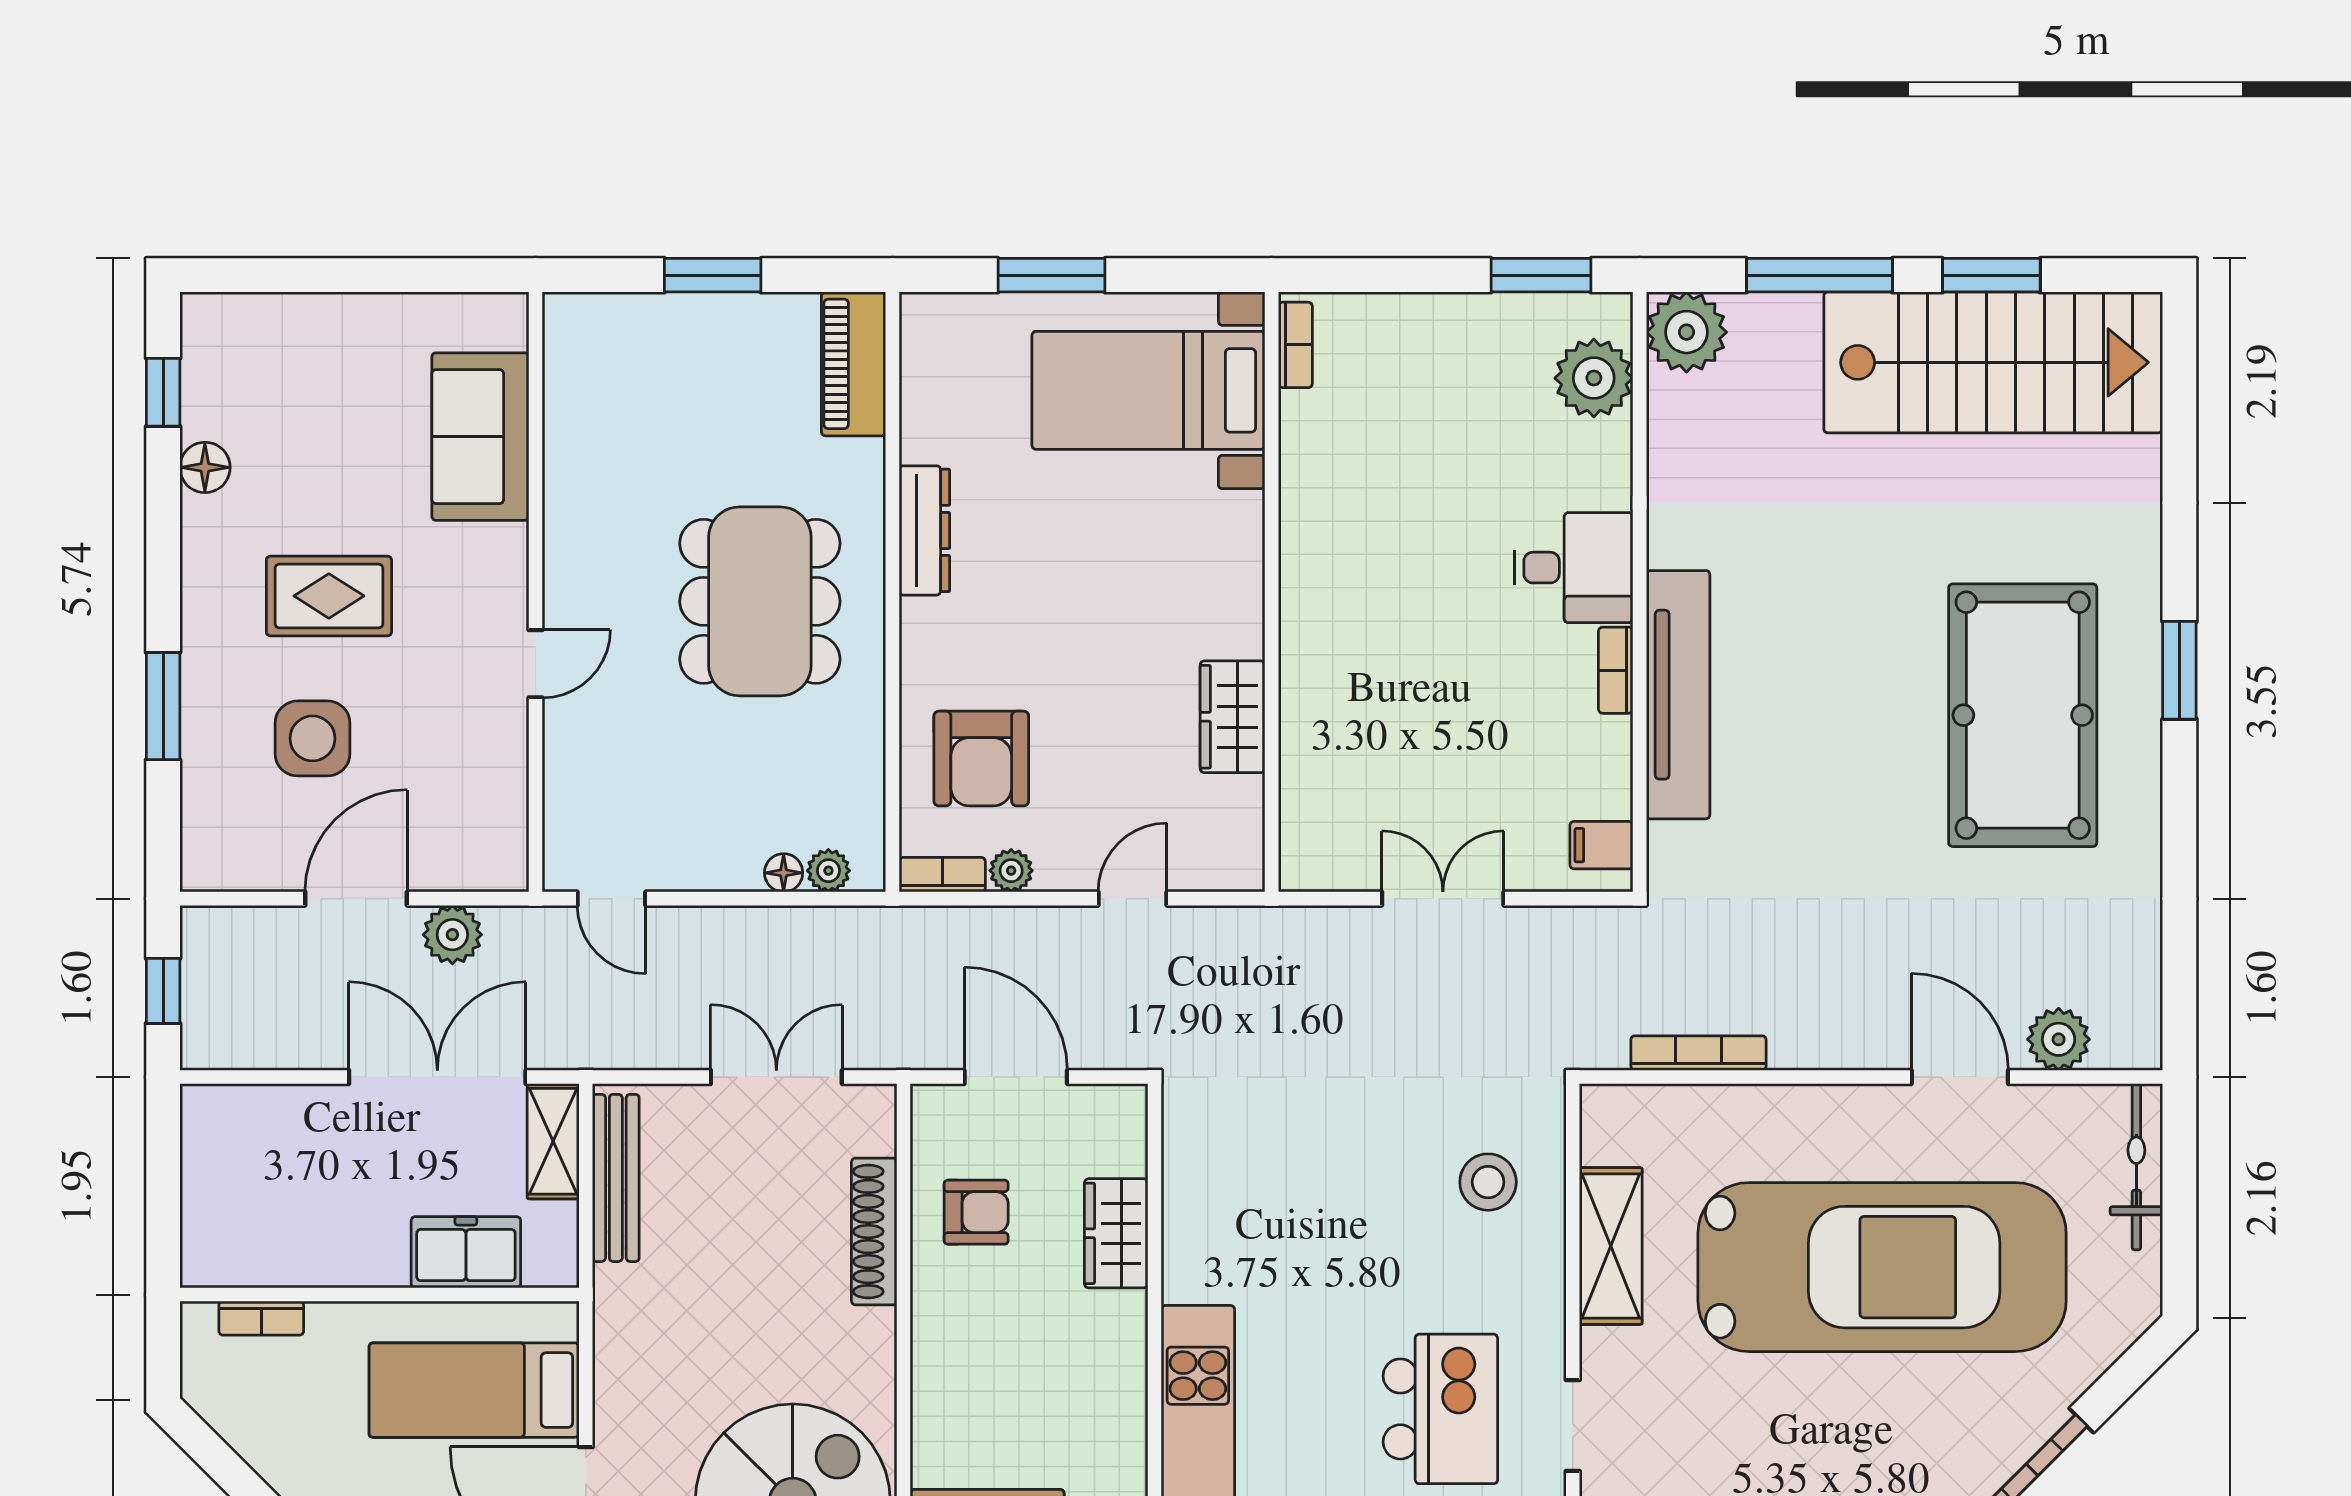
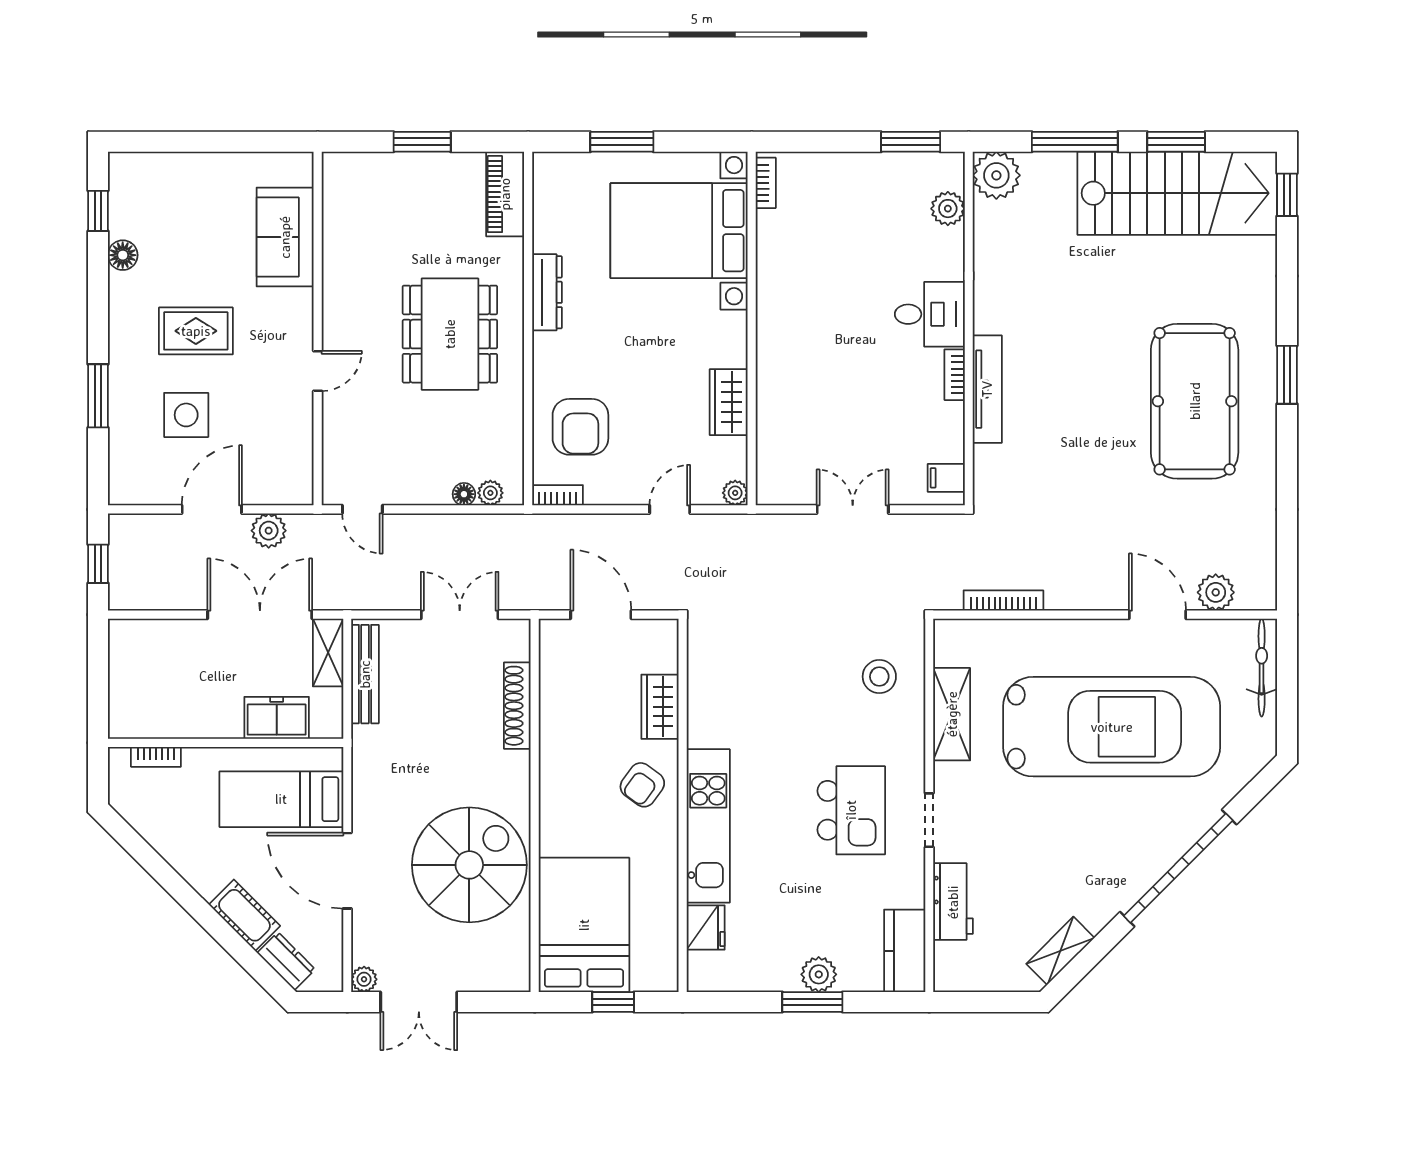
window: (2179, 365) -> (1287, 195), added
plant: (1594, 378) -> (948, 209), width x0.73, depth x0.73
bed with nightstands: (1148, 390) -> (679, 231), width x1.36
tv unit: (1678, 695) -> (987, 389), width x0.73, depth x0.78
plant: (1011, 871) -> (735, 493), moved
armchair: (976, 1212) -> (642, 785), moved, turned 126

